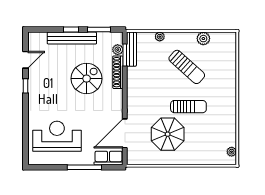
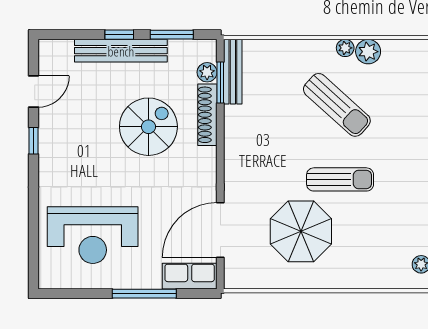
plant: (160, 37) -> (345, 48), moved
reception desk: (57, 136) -> (93, 235), turned 180

